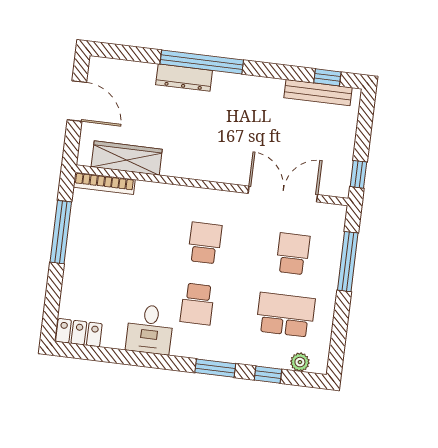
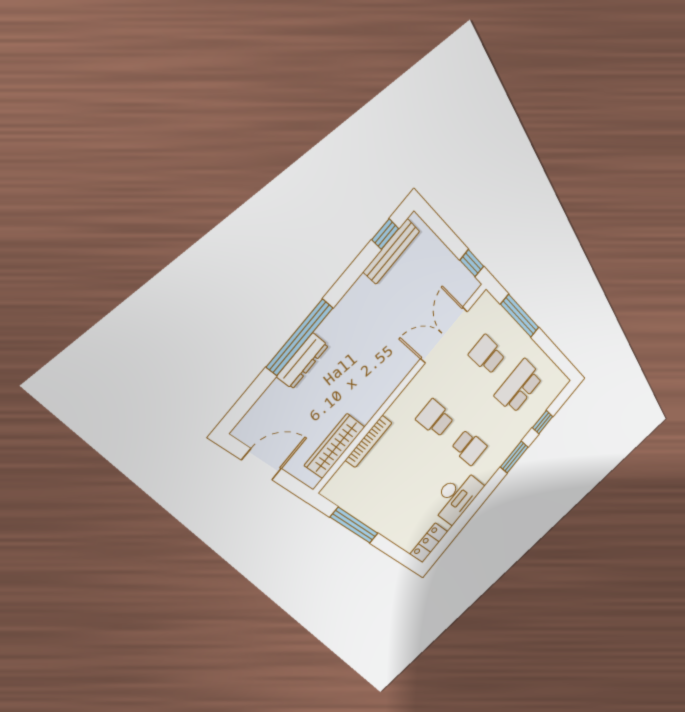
bookcase: (104, 183) -> (369, 441), moved
desk: (150, 329) -> (456, 496), width x1.37
plant: (300, 362) -> (551, 395), removed

